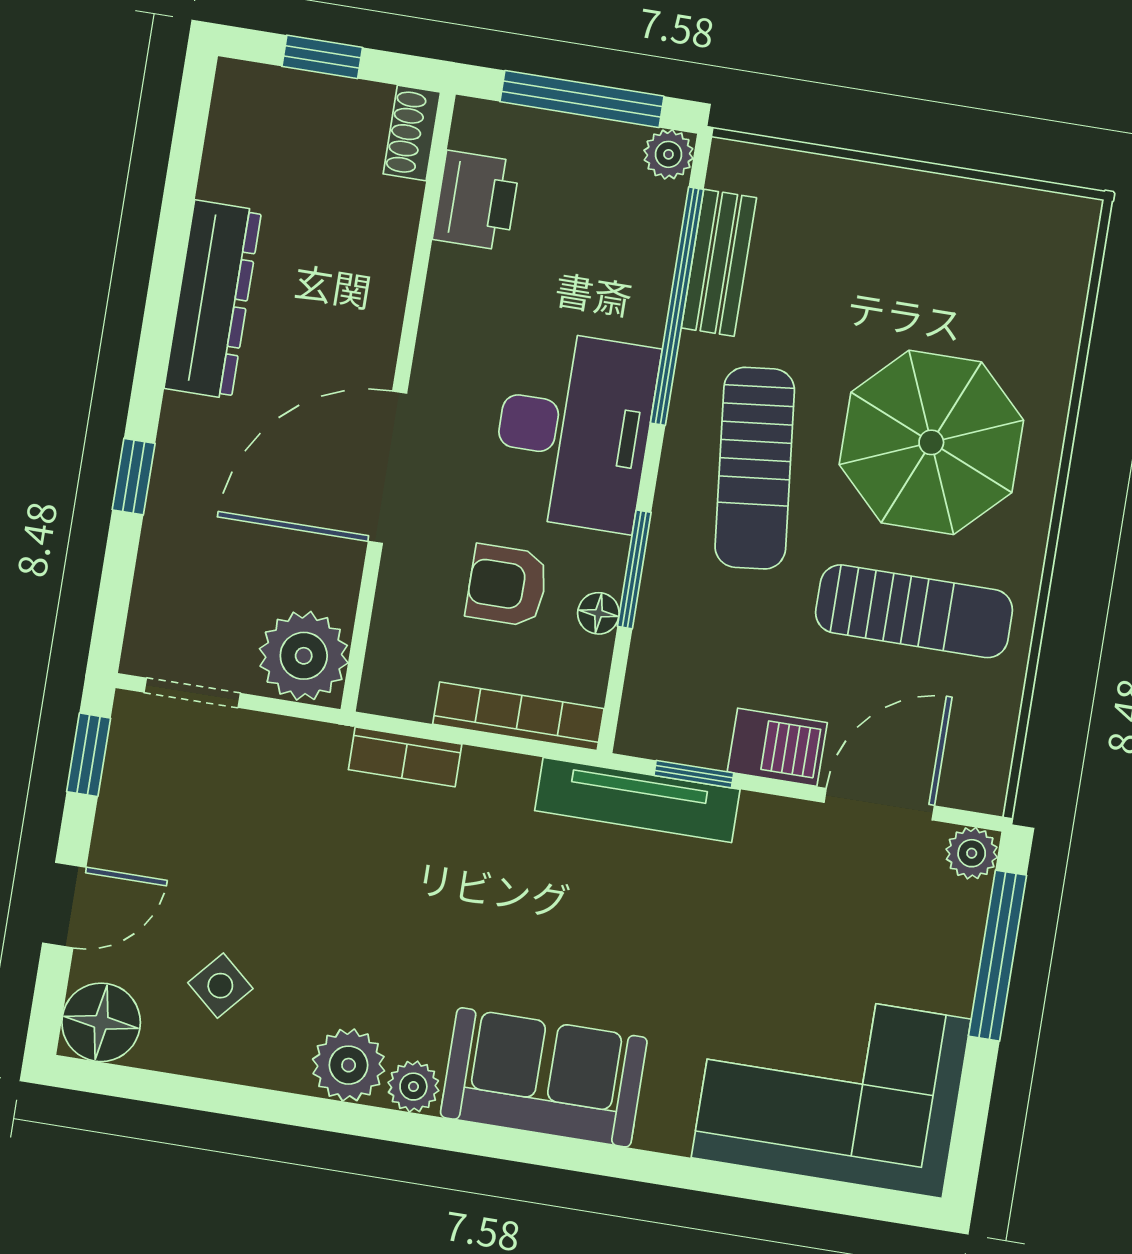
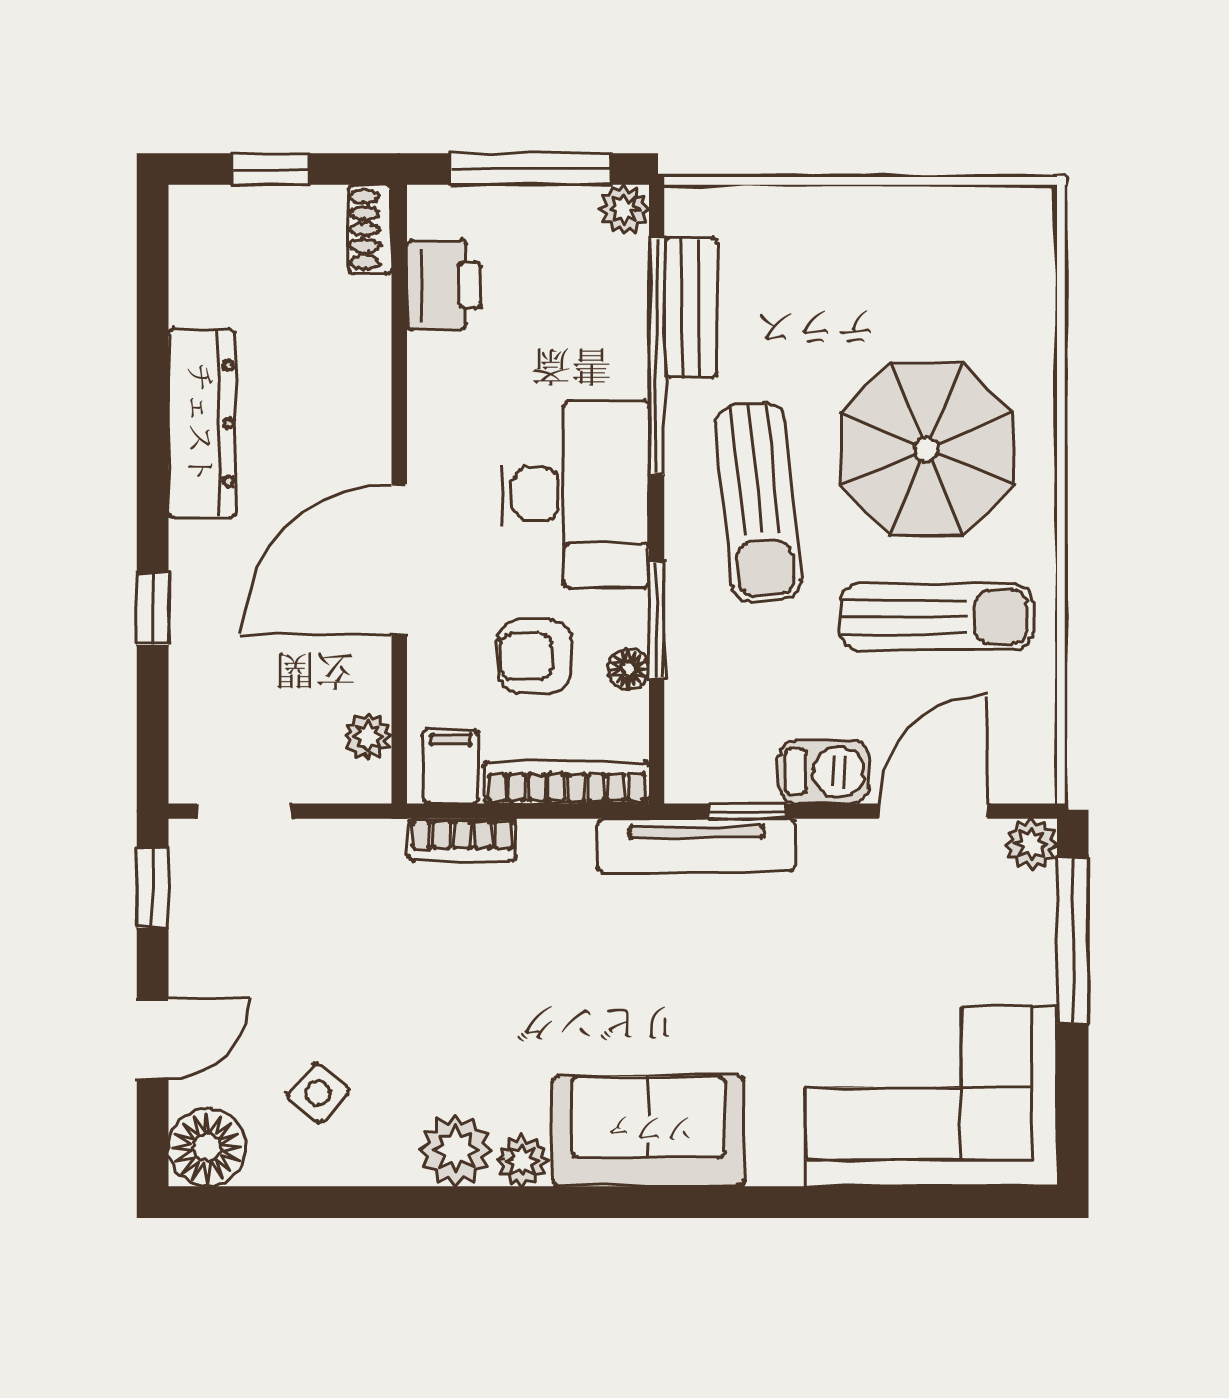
plant: (304, 656) -> (368, 736), width x0.53, depth x0.53
filing cabinet: (406, 681) -> (451, 766), added

